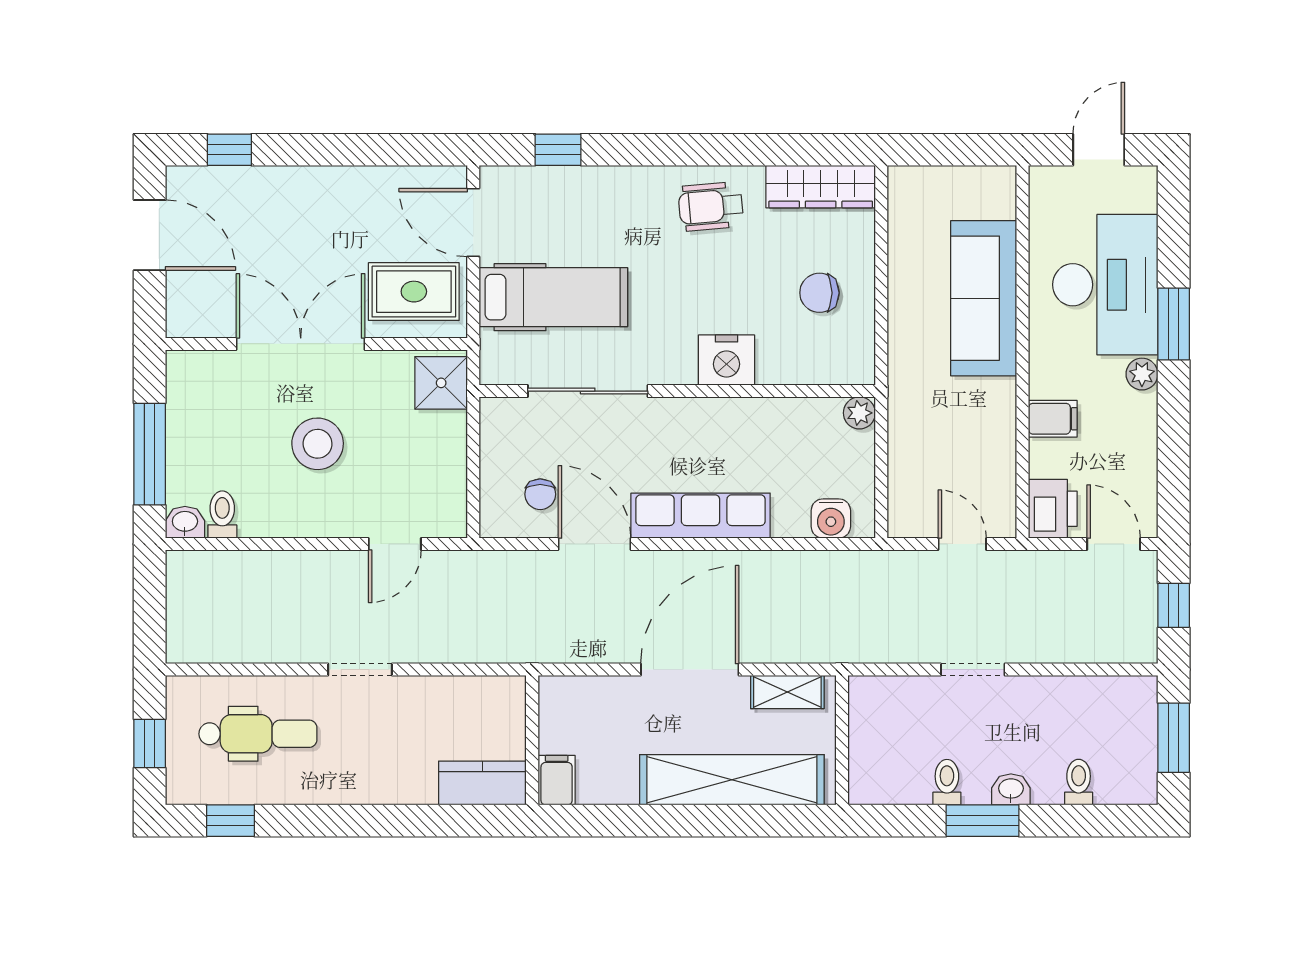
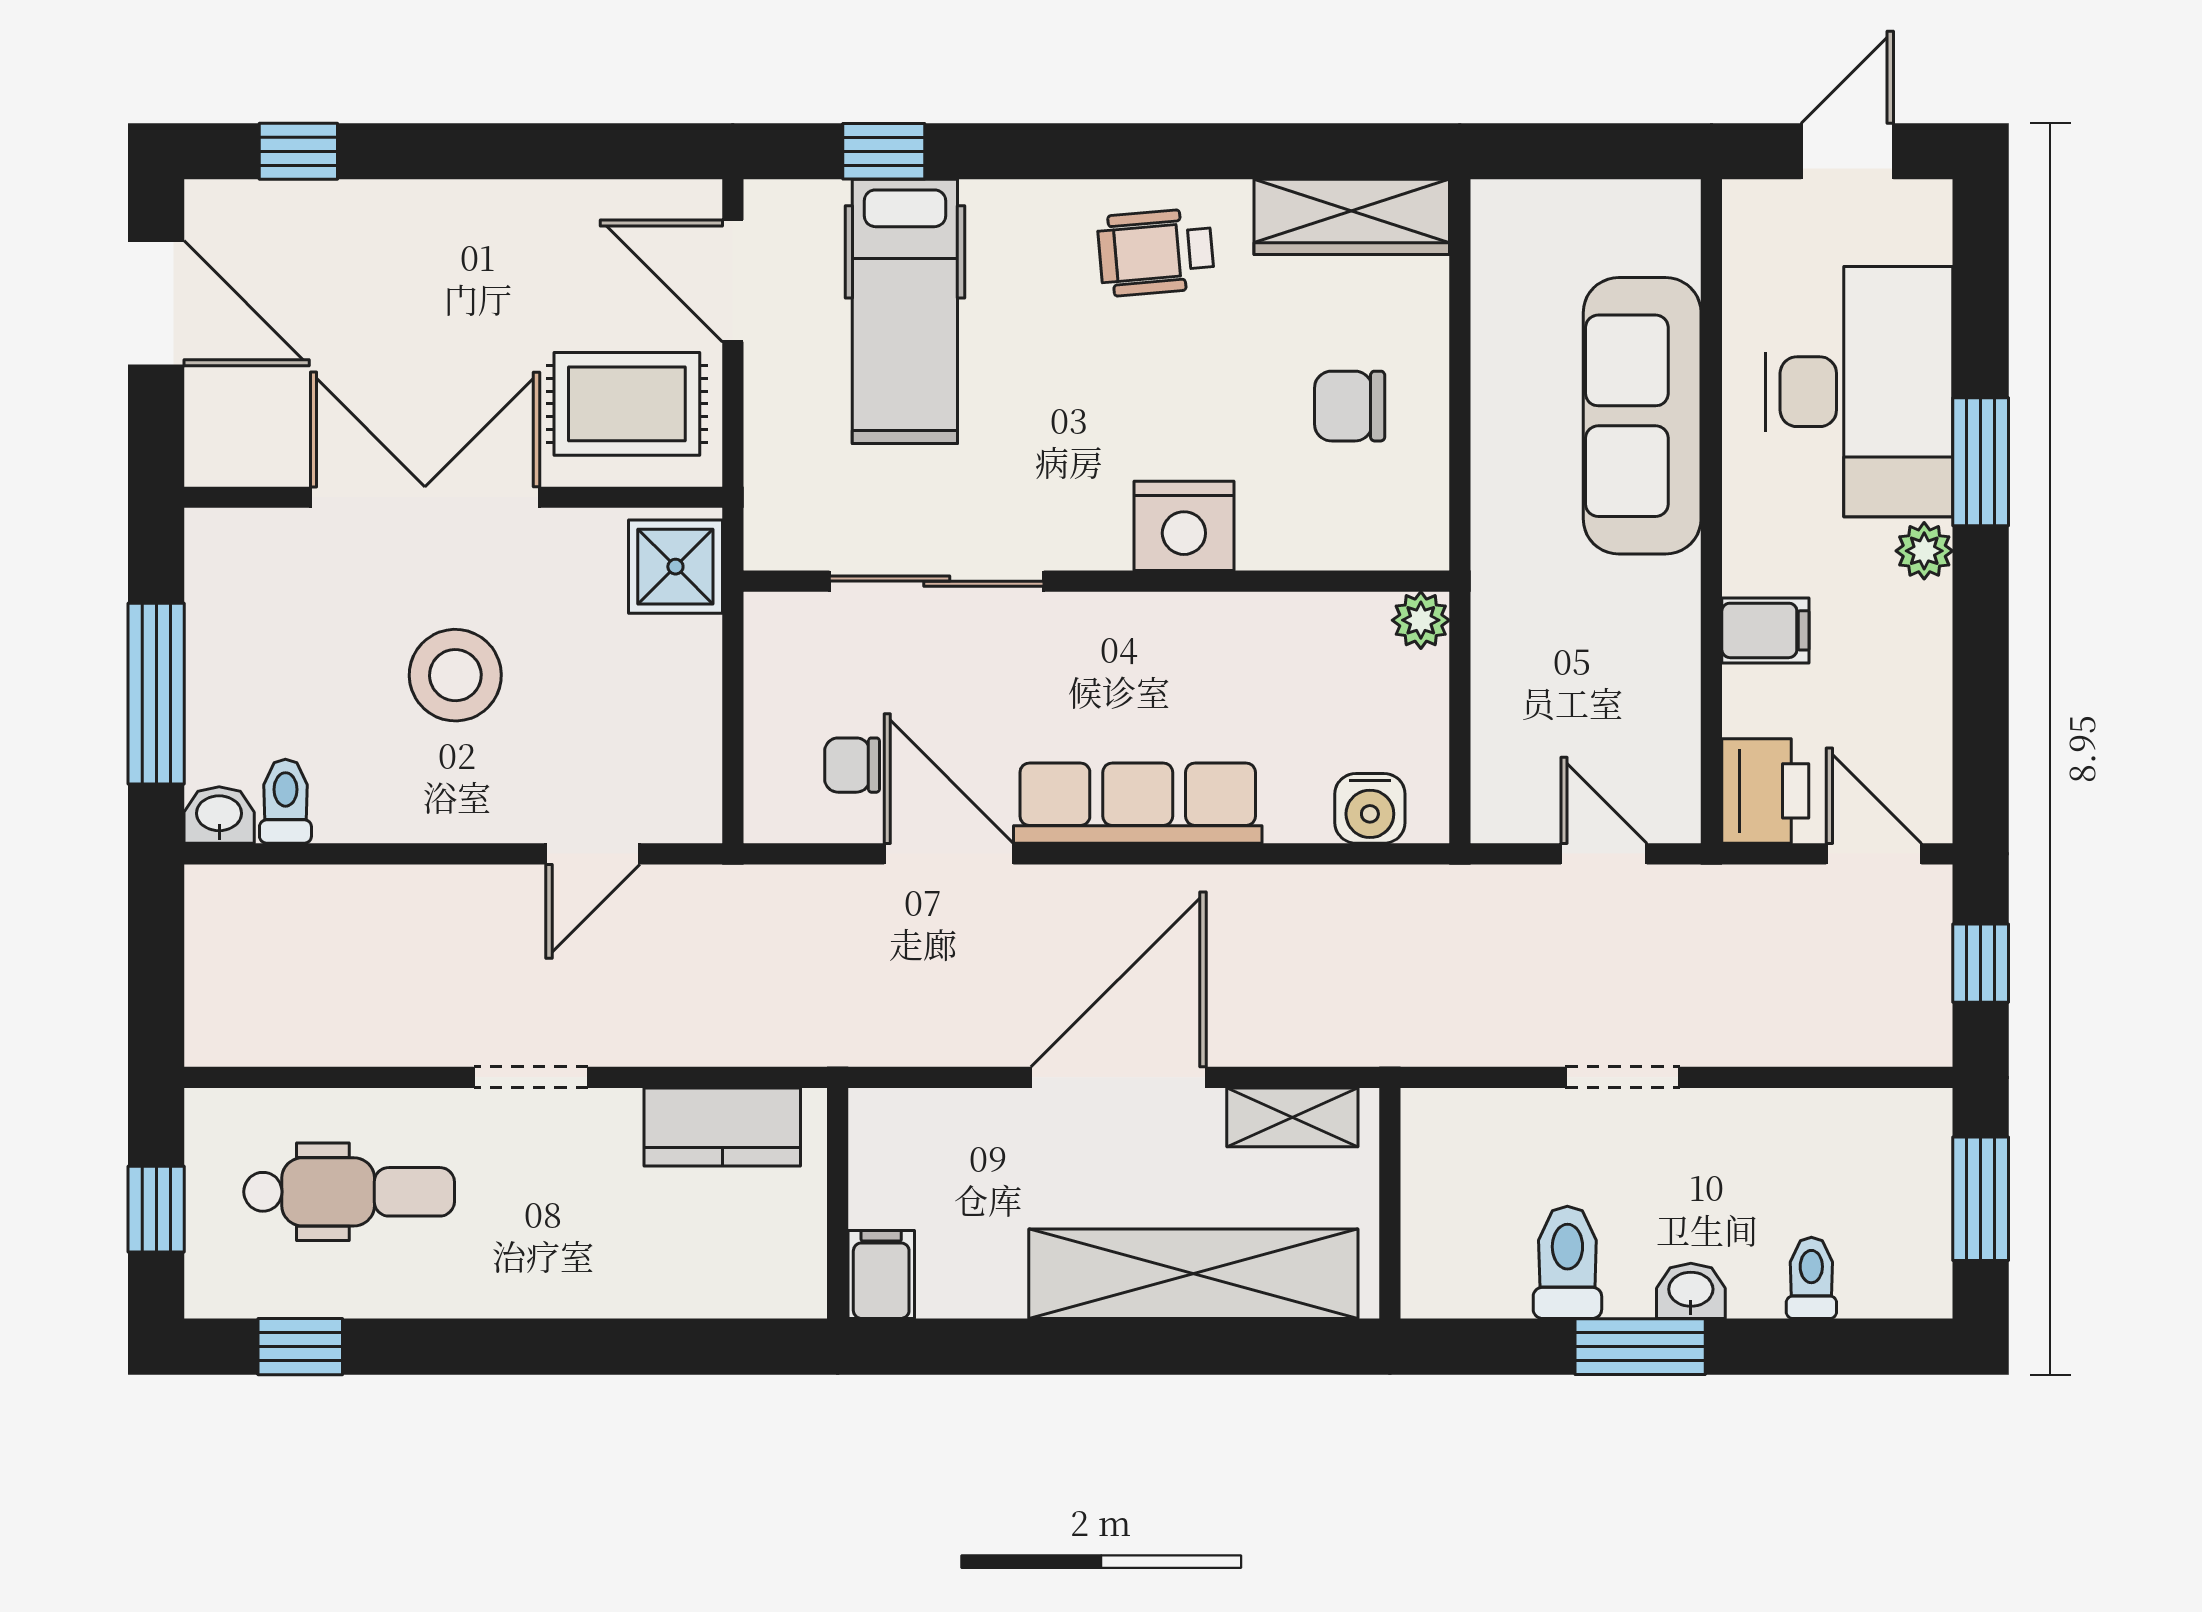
hospital bed: (553, 297) -> (905, 311), moved, turned 90
chair: (540, 494) -> (852, 765), turned 90
toilet: (947, 782) -> (1567, 1262), width x1.37, depth x1.39
kitchen counter: (482, 783) -> (722, 1127), moved, turned 180

